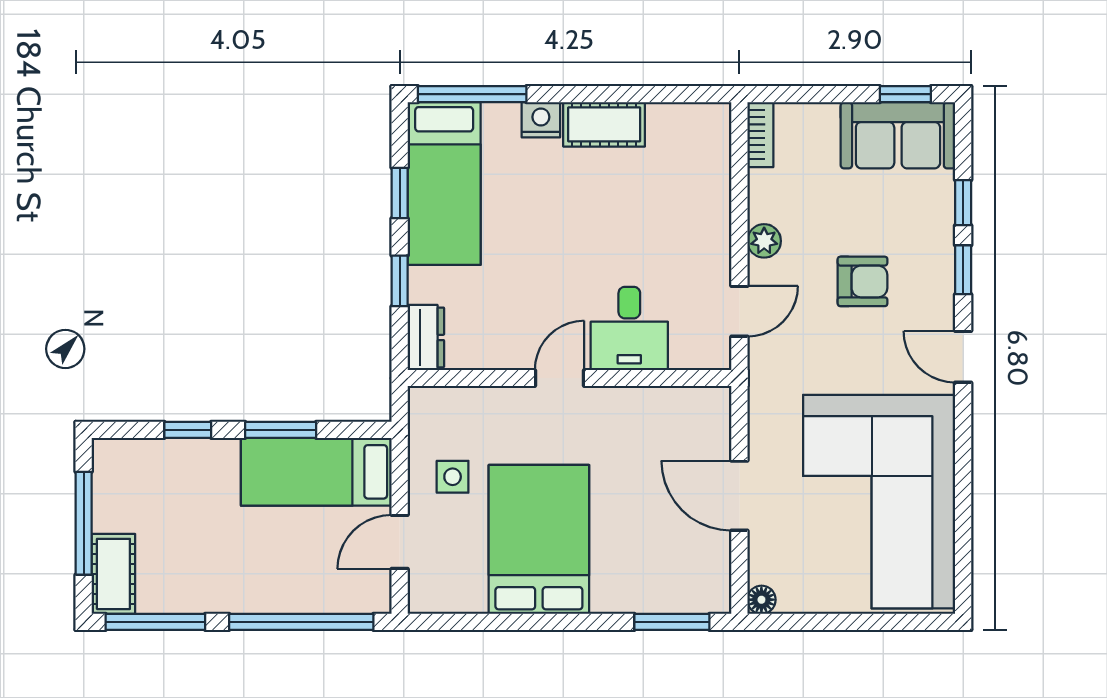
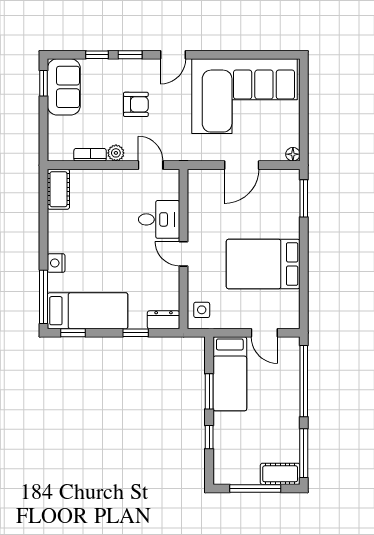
cot: (604, 124) -> (58, 189), moved
bookcase: (760, 135) -> (90, 155), moved
window: (400, 193) -> (73, 333), moved
armchair: (863, 281) -> (136, 104), turned 90
side table: (453, 477) -> (202, 310), moved

